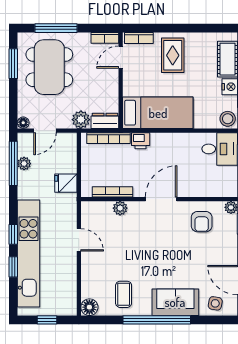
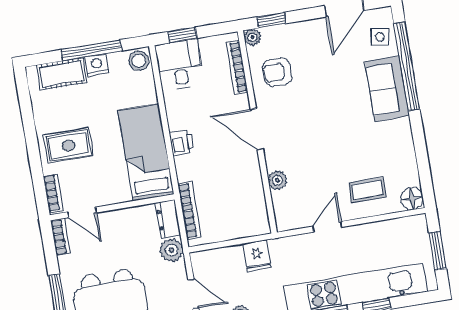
printer: (141, 141) -> (182, 143), moved
bookcase: (113, 192) -> (237, 67), moved
armchair: (202, 222) -> (277, 72), turned 180
coffee table: (124, 294) -> (367, 190), moved
window: (47, 320) -> (438, 251), width x1.50
window: (157, 320) -> (407, 66), moved

